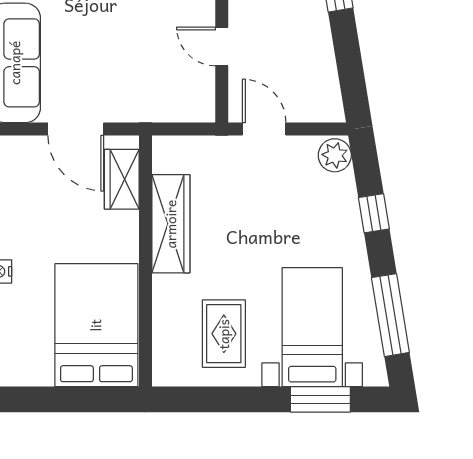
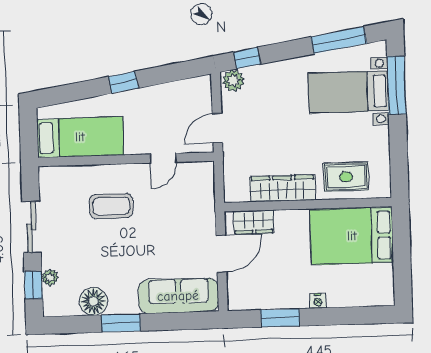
window: (374, 213) -> (247, 58), moved
rug: (224, 334) -> (346, 177), moved
window: (320, 399) -> (396, 85), width x1.44

